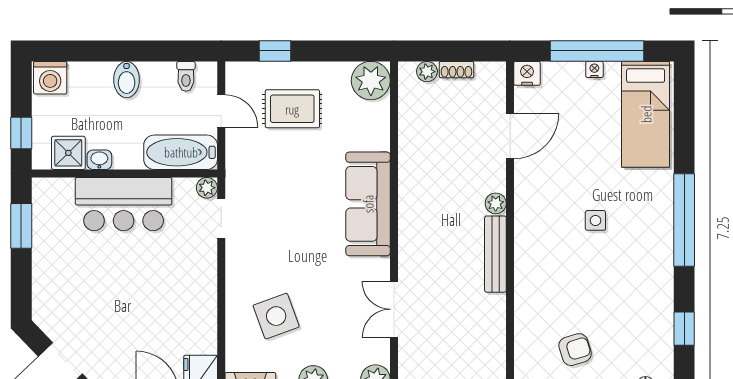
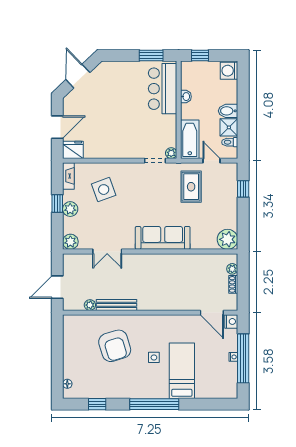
rug: (292, 109) -> (191, 187), moved
door: (221, 111) -> (212, 161), swing flipped
bed: (646, 114) -> (182, 371), moved, turned 90
door: (510, 136) -> (212, 313), moved
shower: (68, 153) -> (229, 127), moved
plant: (496, 203) -> (90, 305), moved
bar counter: (124, 204) -> (163, 89), moved
bench: (495, 254) -> (117, 305), moved
double door: (394, 309) -> (107, 252), swing flipped
armchair: (575, 350) -> (115, 346), moved, width x1.88, depth x1.88

